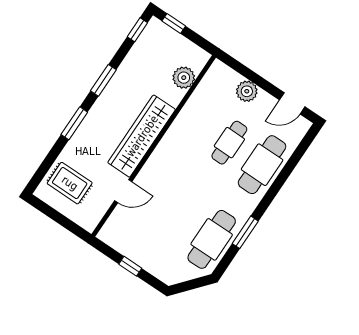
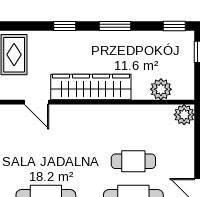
plant: (247, 91) -> (184, 115), moved
window: (74, 123) -> (65, 26), width x0.67

